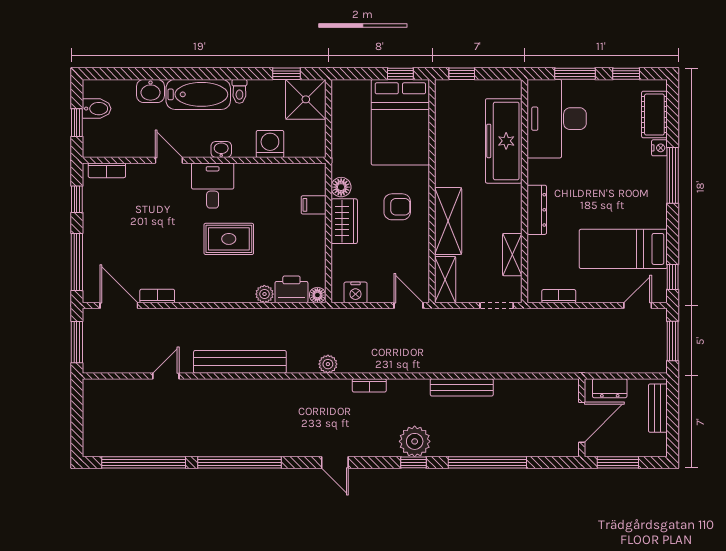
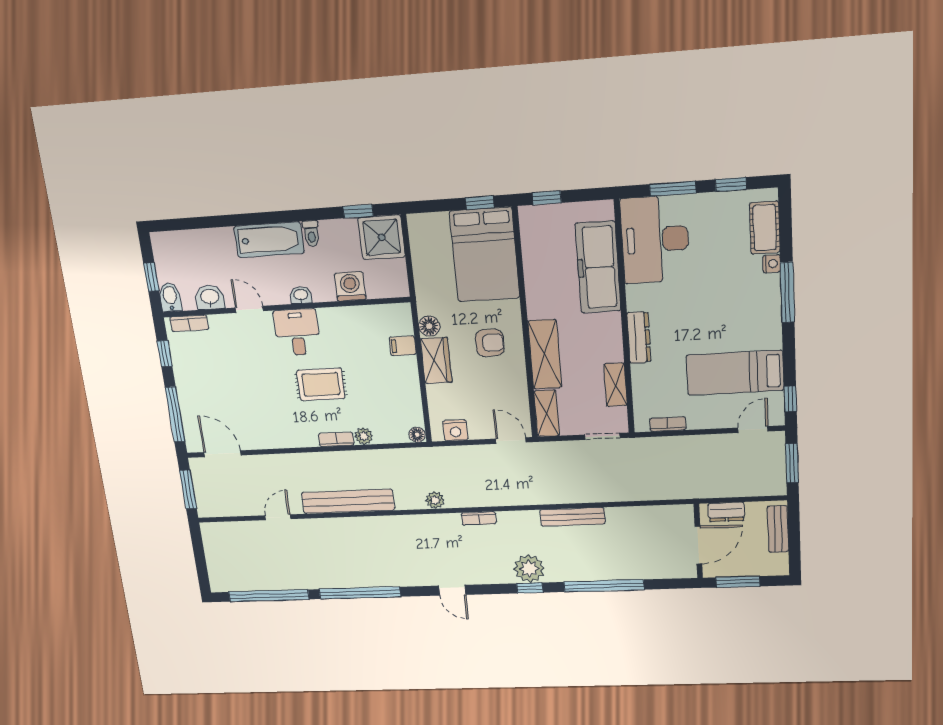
washbasin: (151, 91) -> (210, 297), moved, turned 180
bidet: (97, 109) -> (170, 297), moved, turned -90
printer: (291, 289) -> (390, 430), removed
bookcase: (157, 296) -> (336, 439), moved

